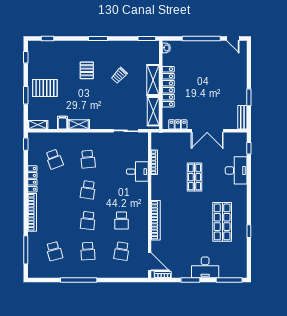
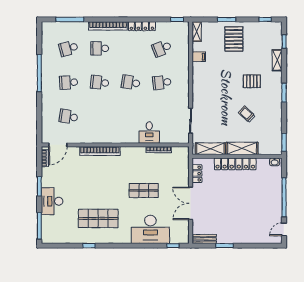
shelving: (79, 124) -> (277, 60), moved
desk: (236, 170) -> (150, 229), width x1.36, depth x1.30
school desk: (122, 220) -> (100, 48), moved

